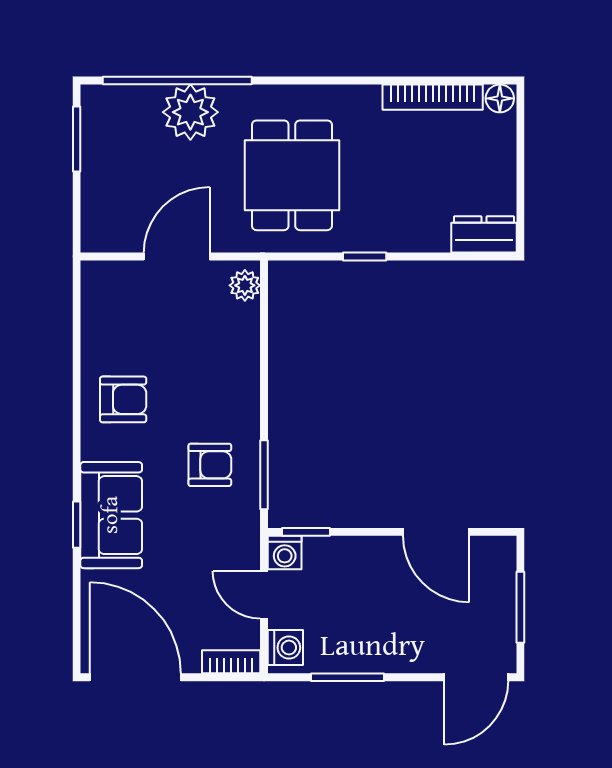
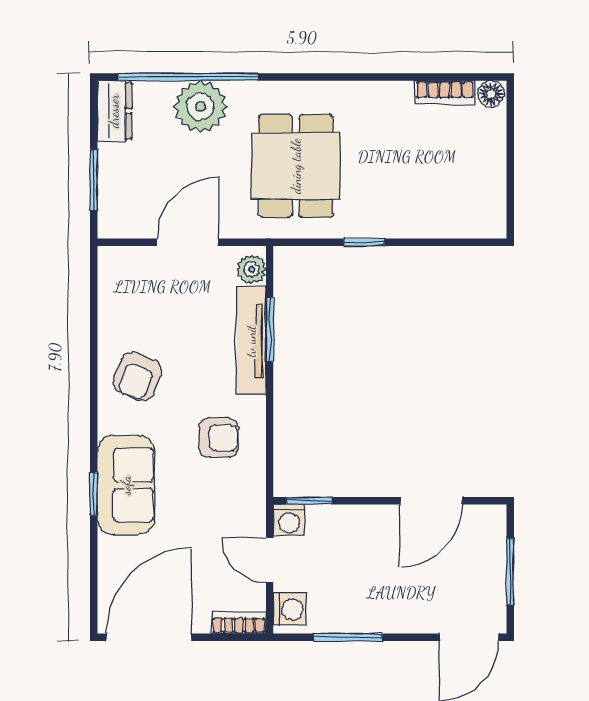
bookcase: (433, 97) -> (445, 93), width x0.64
window: (77, 139) -> (94, 180), moved
dresser: (484, 234) -> (114, 111), moved, turned 90
tv unit: (245, 362) -> (251, 341), added
armchair: (123, 399) -> (137, 376), turned 112
window: (264, 475) -> (270, 329), moved
door: (436, 532) -> (431, 501), hinge flipped
door: (135, 677) -> (149, 637), hinge flipped

